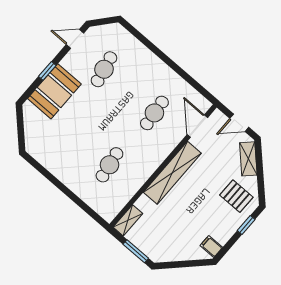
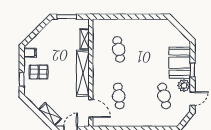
plant: (72, 62) -> (184, 85), added
pallet: (236, 196) -> (39, 72), moved
shelving: (128, 220) -> (85, 39), moved

